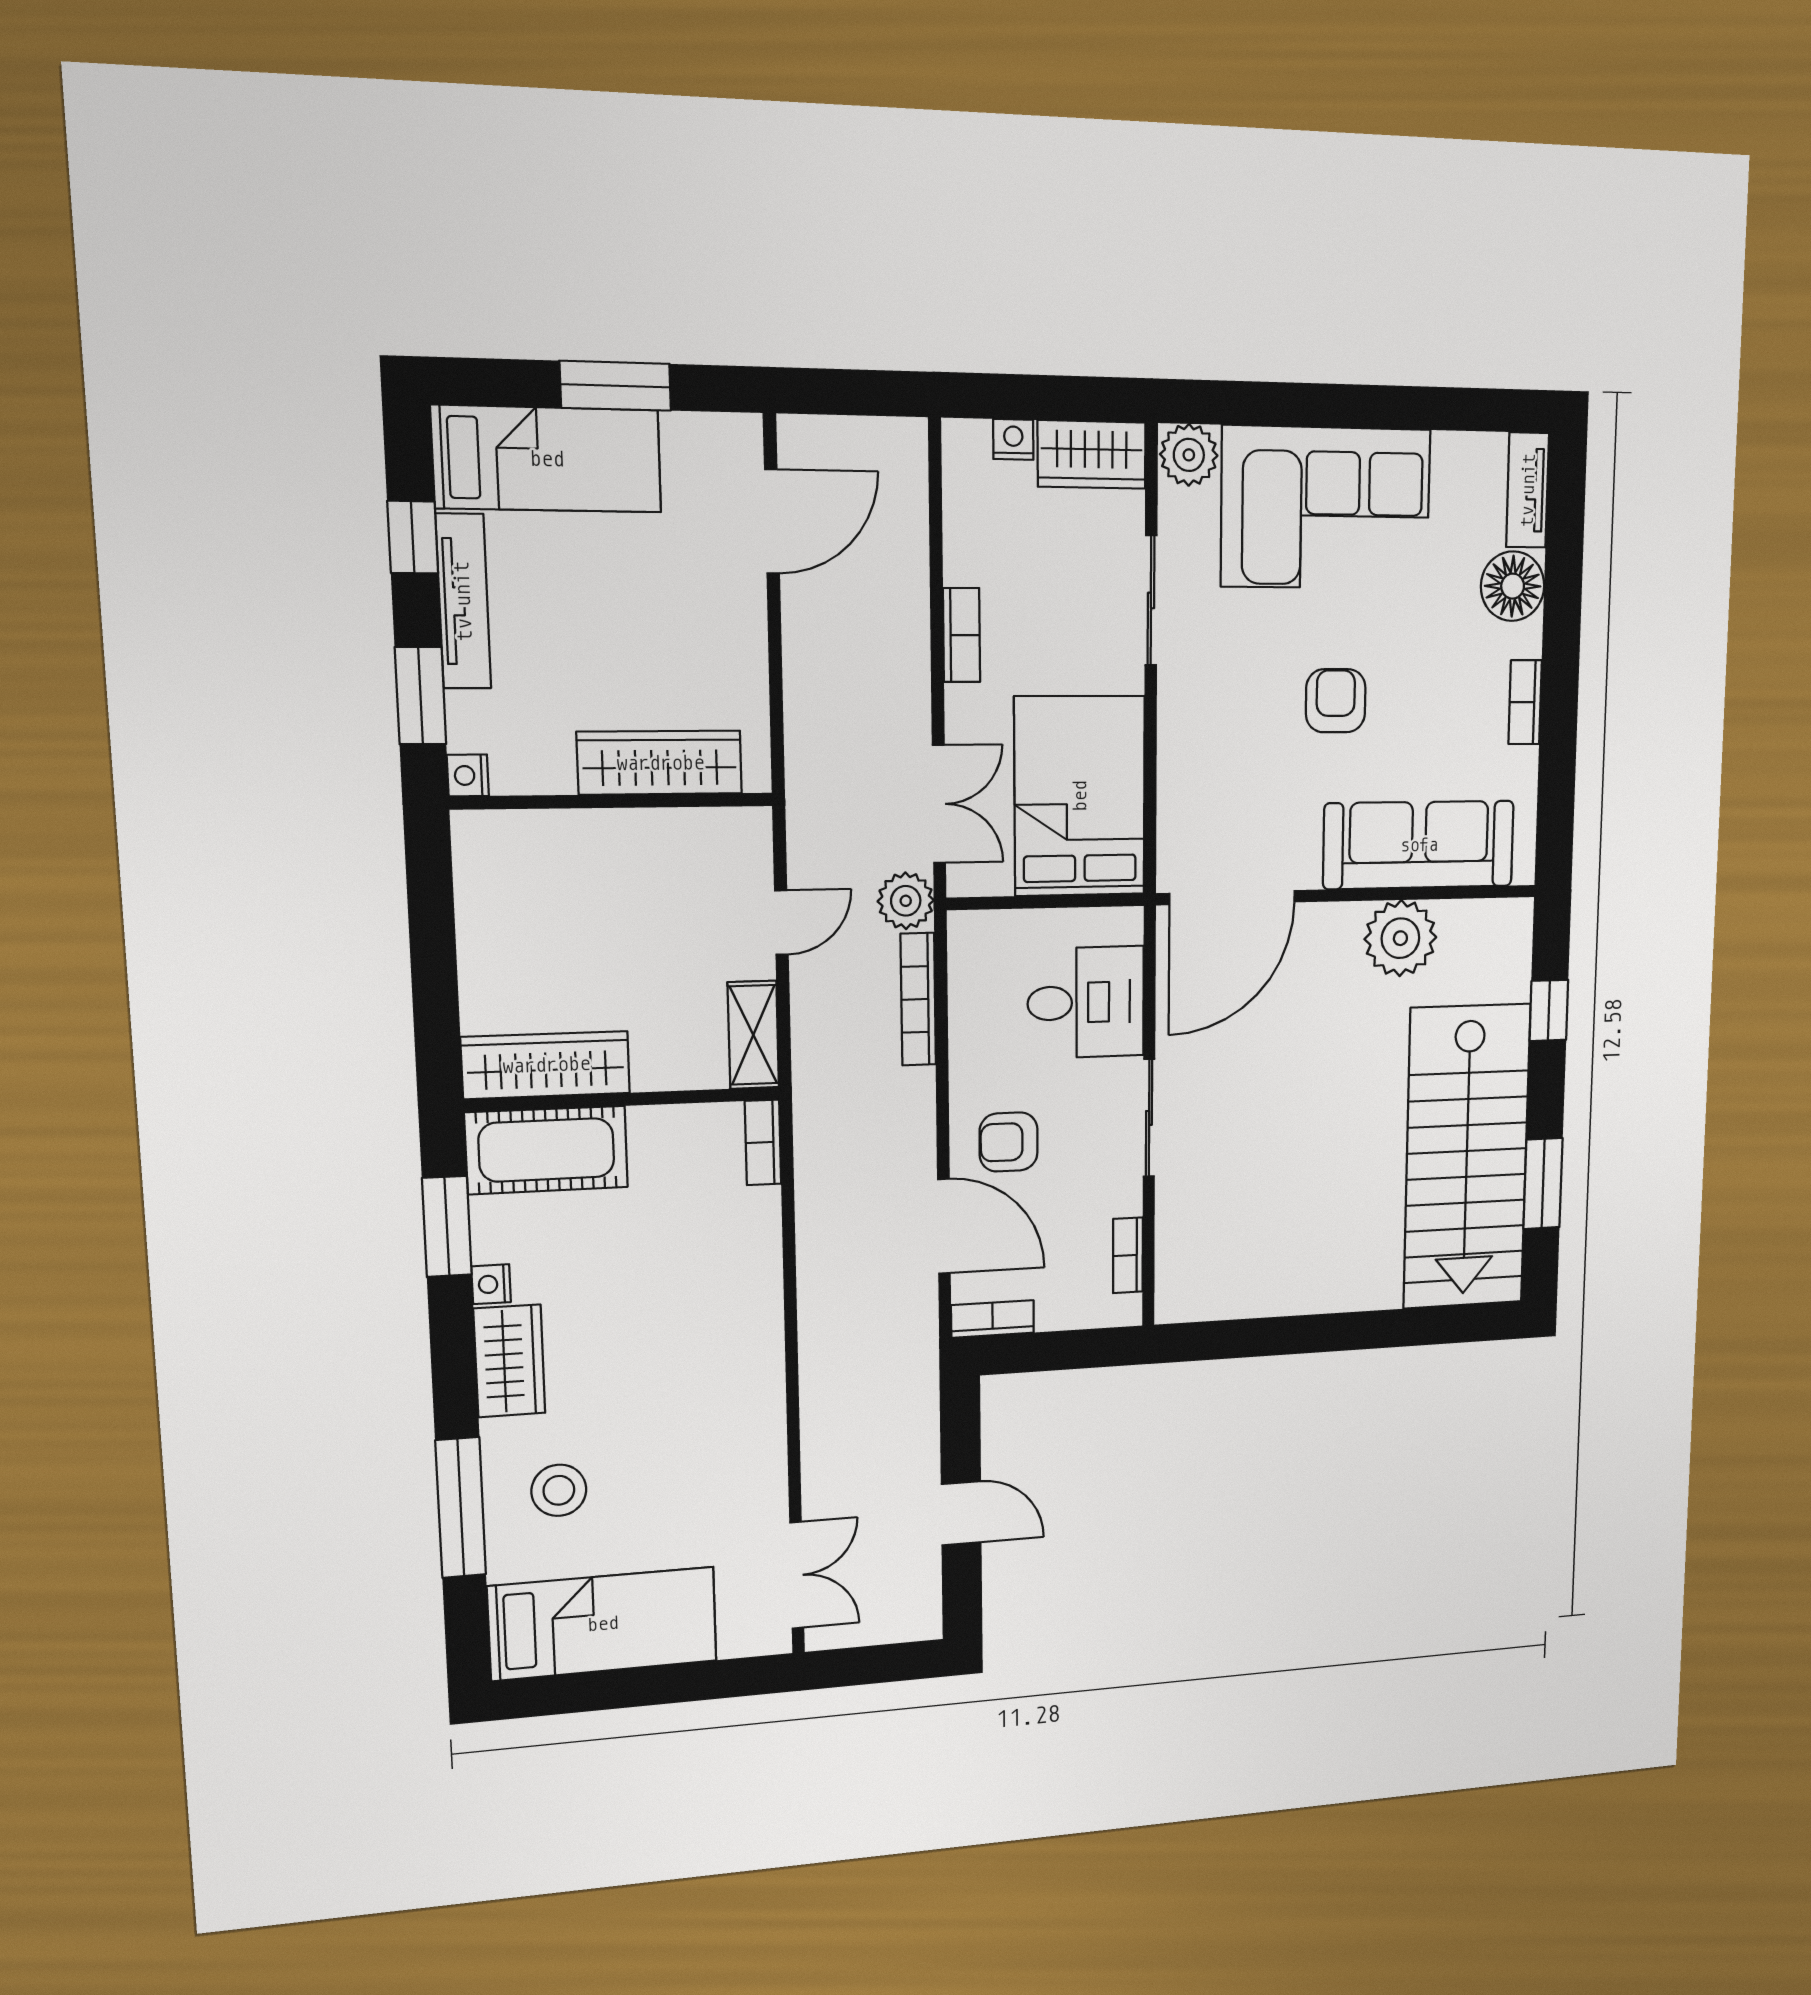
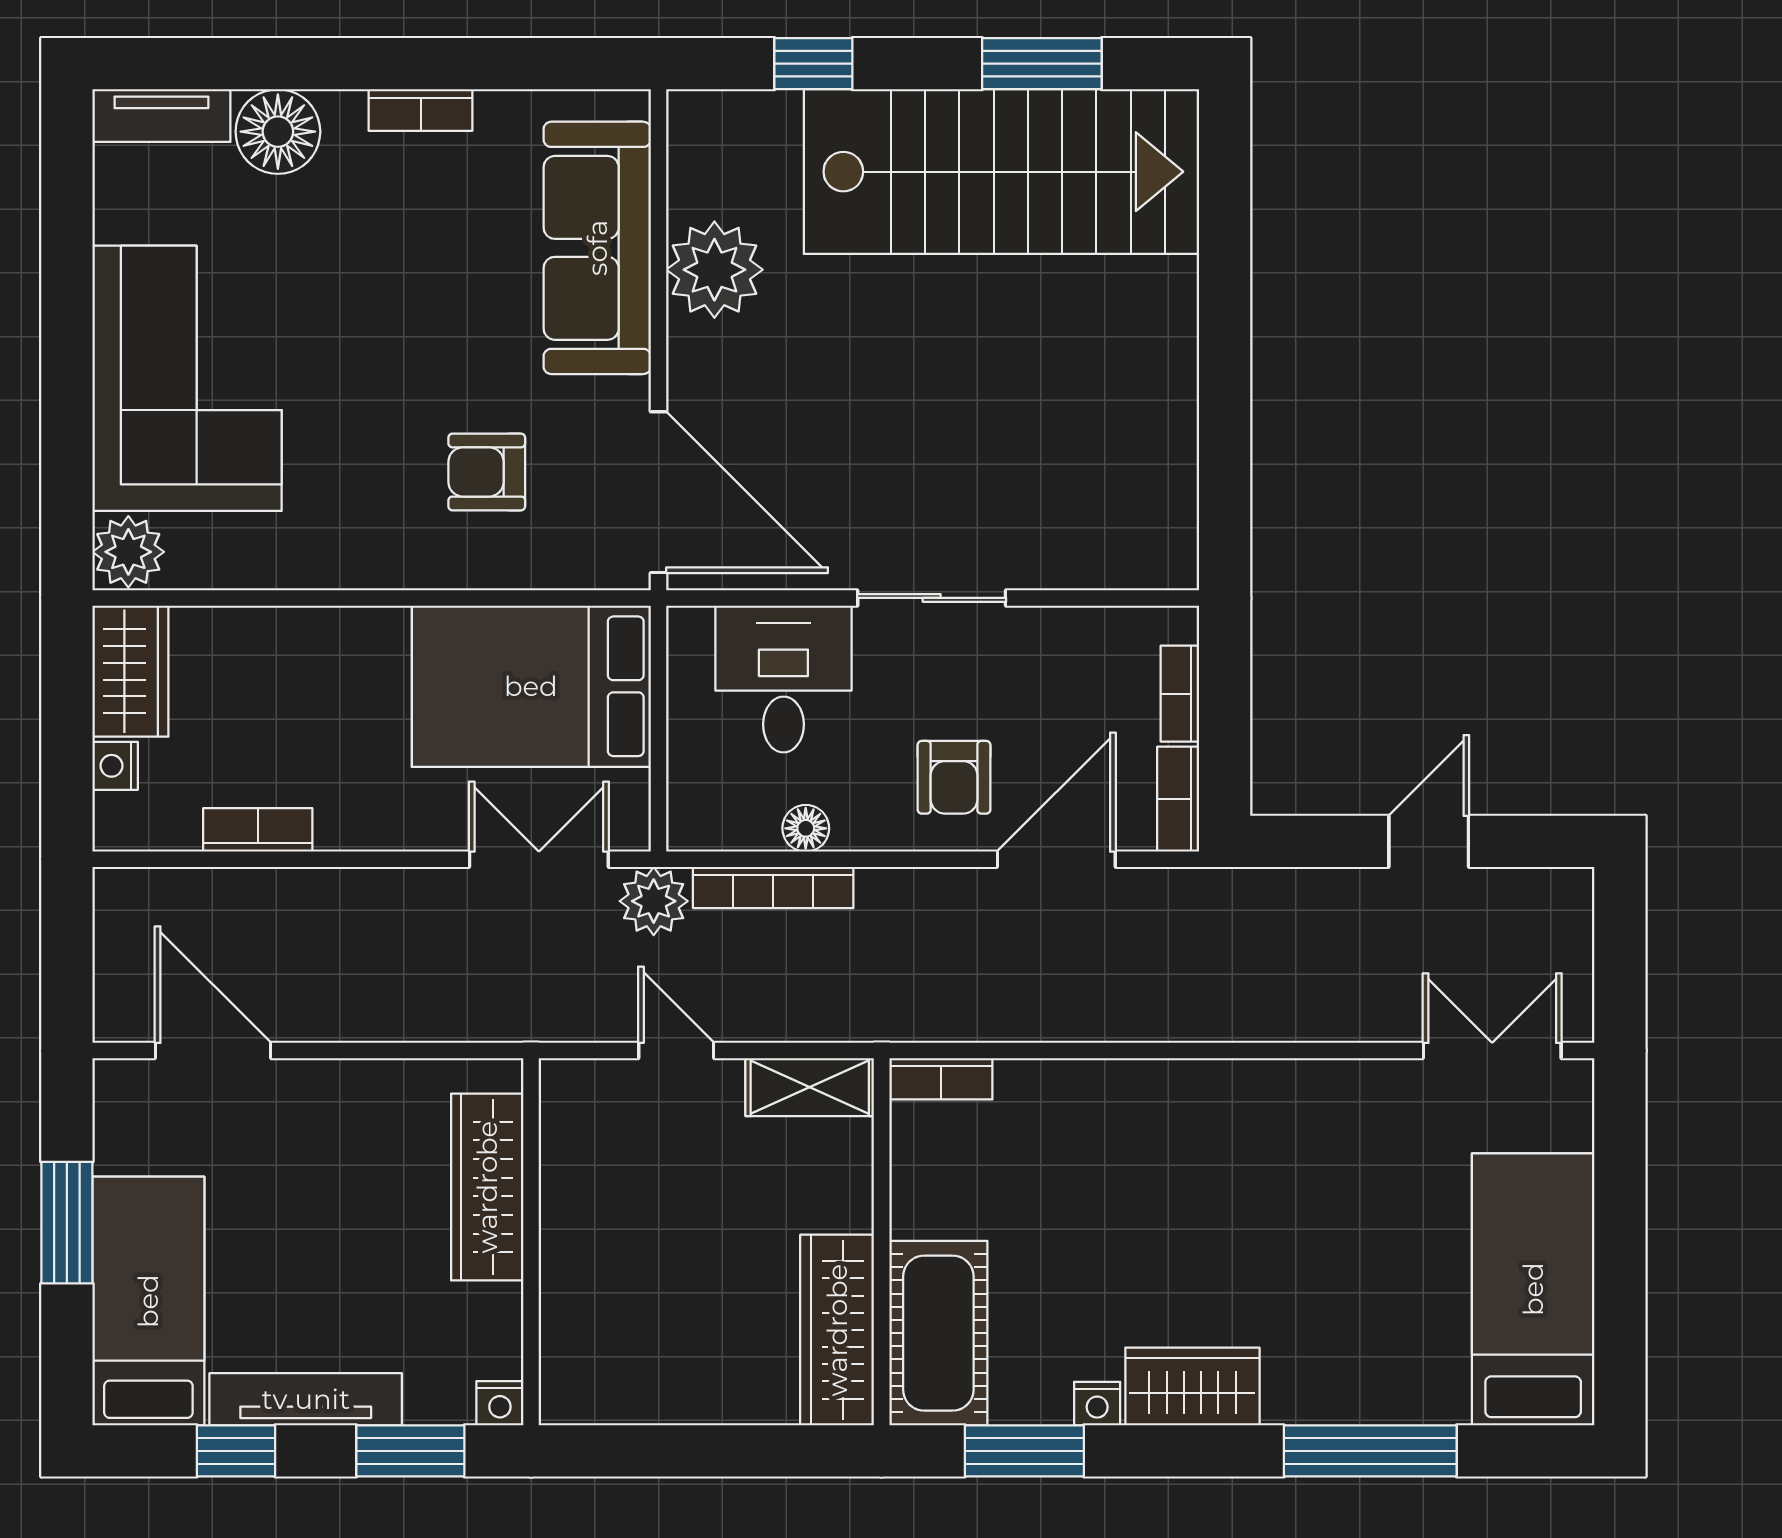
sliding door: (1151, 600) -> (299, 598), removed
bookcase: (962, 635) -> (258, 830), moved
armchair: (1336, 701) -> (487, 472), moved
floor lamp: (967, 1024) -> (806, 828), added
bookcase: (1128, 1255) -> (1180, 694), moved, turned 90
stool: (559, 1490) -> (1358, 1335), removed

